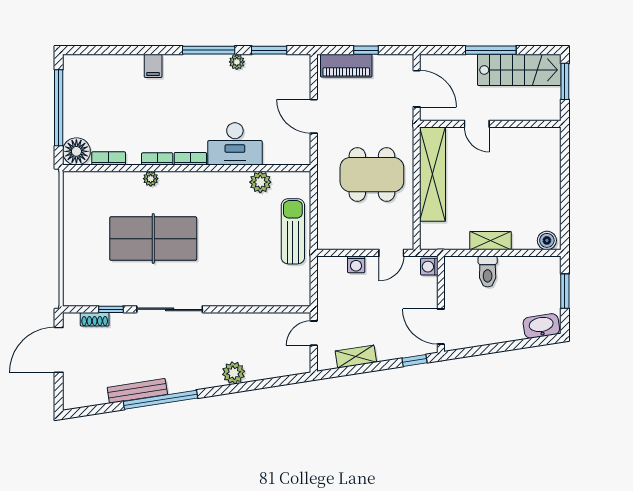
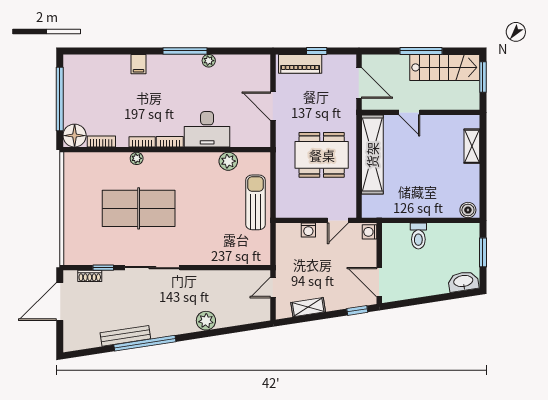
window: (269, 50) -> (236, 51), removed
shelving: (490, 241) -> (472, 146), moved, turned 90

